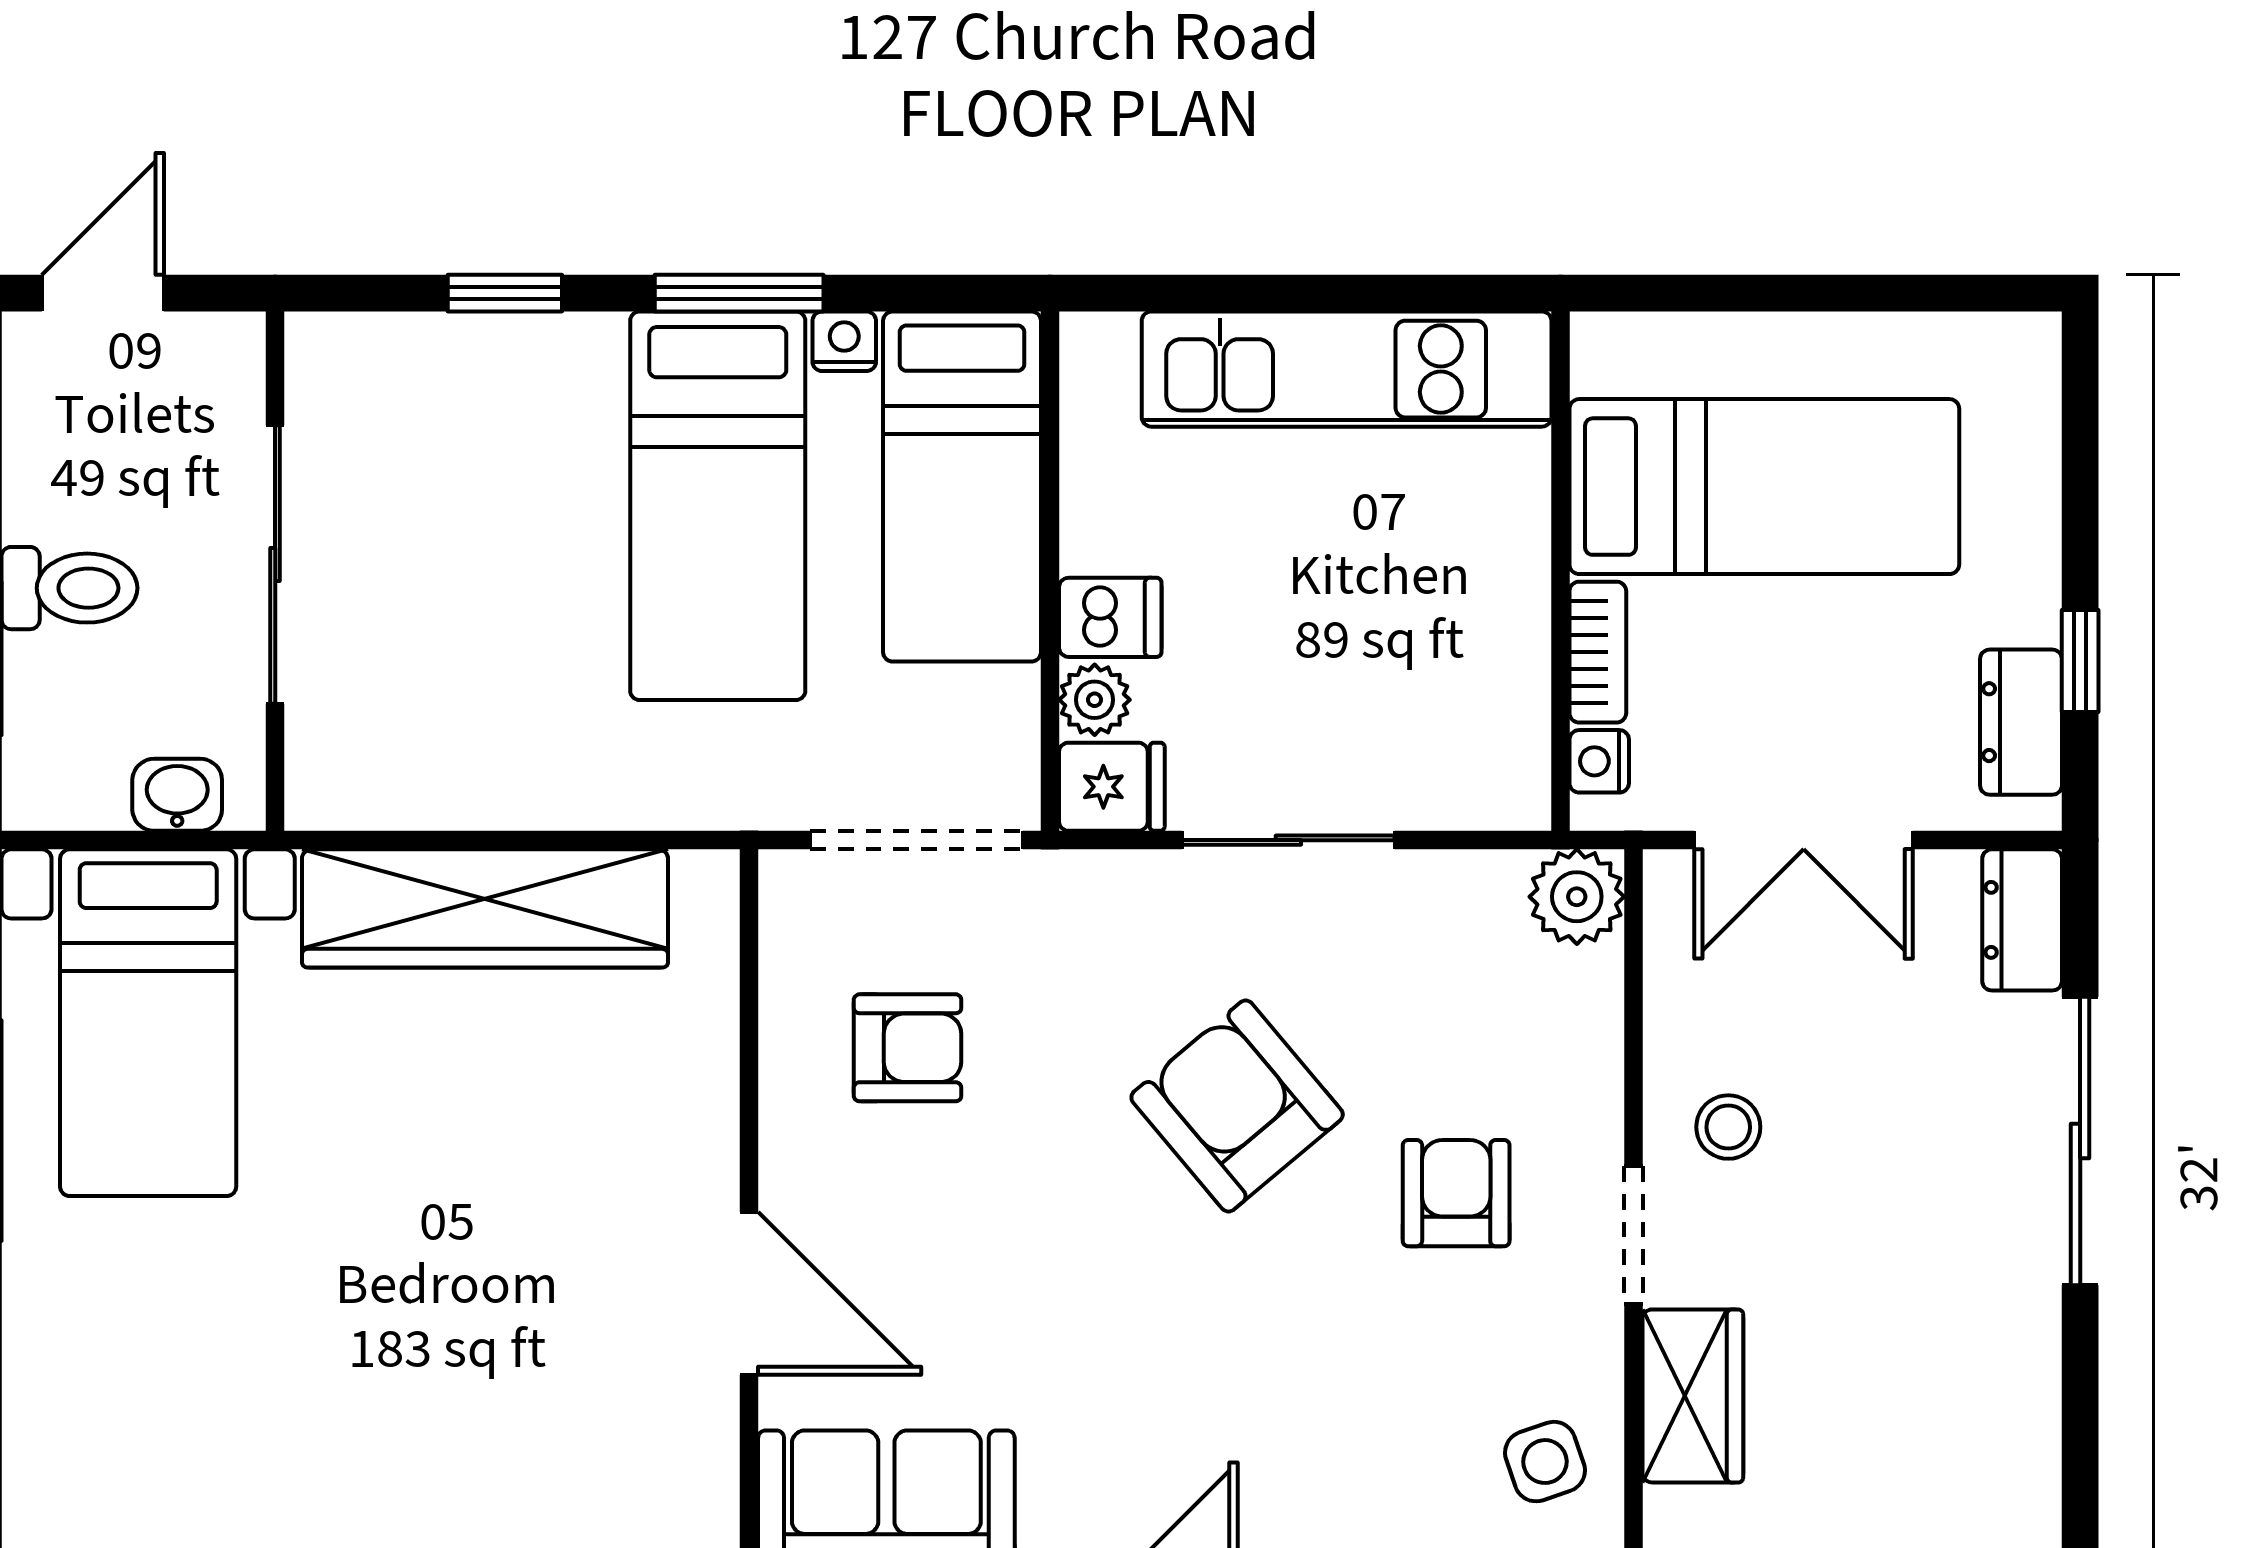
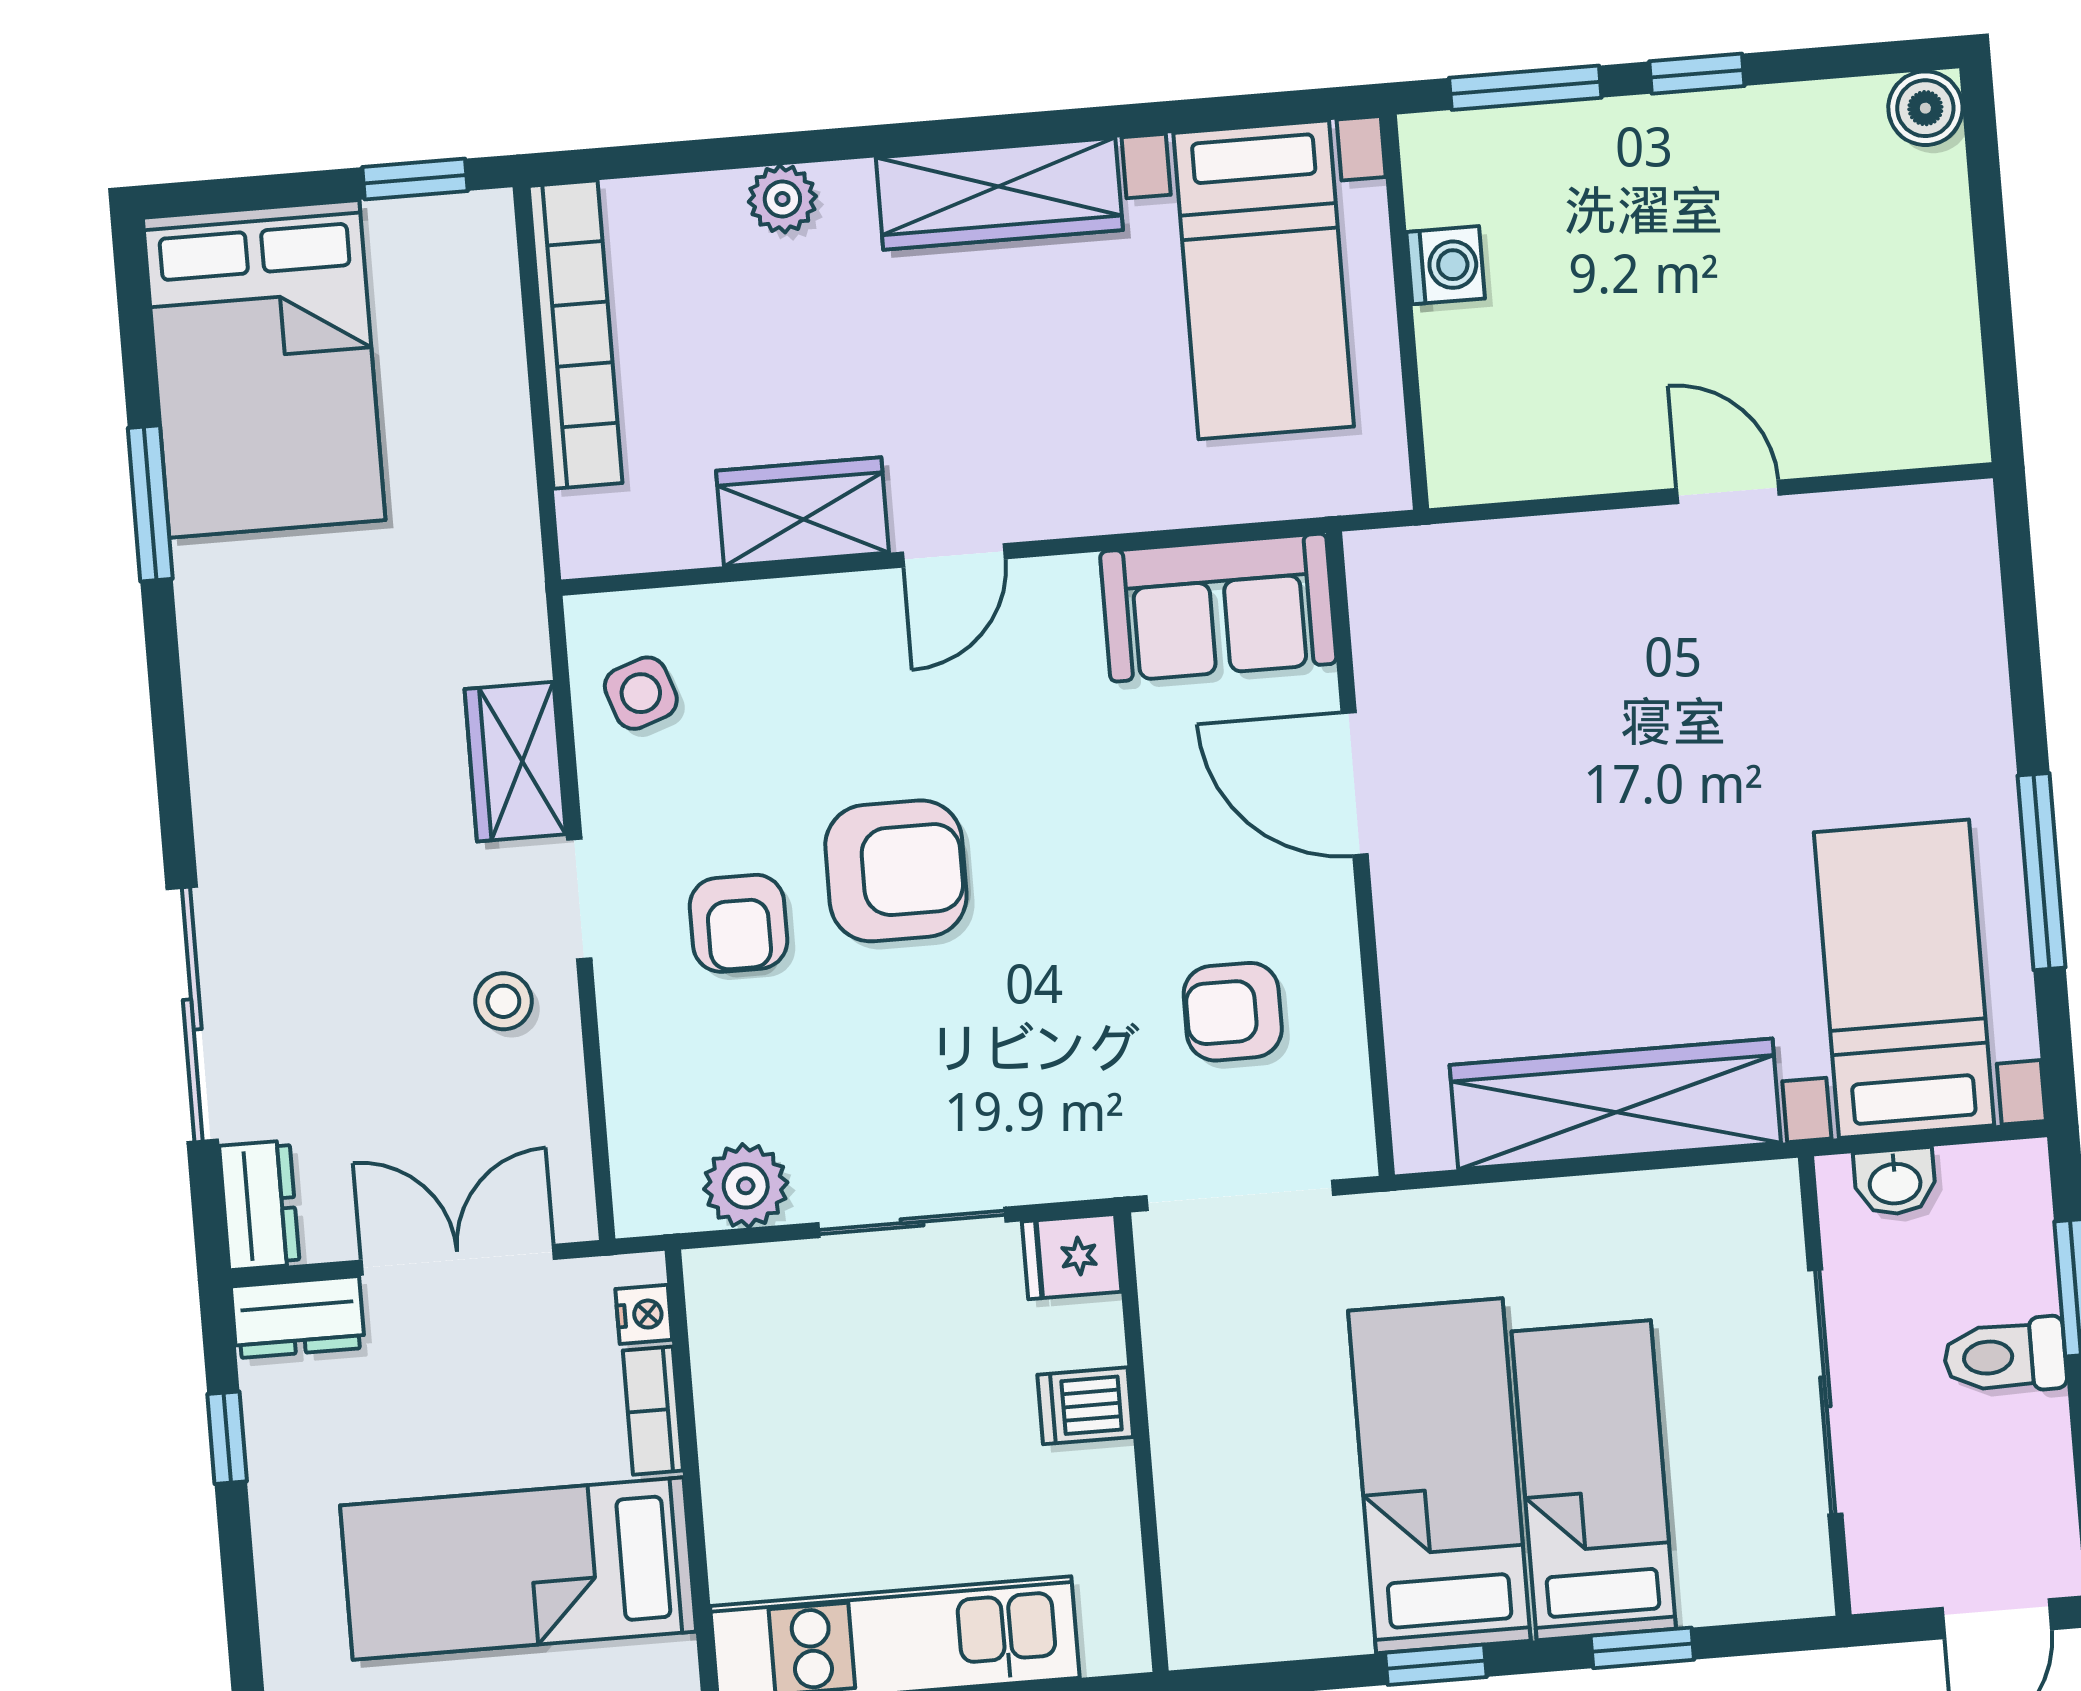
window: (739, 293) -> (1436, 1665), width x0.67
nightstand: (844, 341) -> (1340, 1630), removed
bed: (962, 486) -> (1594, 1480), moved
plant: (1095, 700) -> (1093, 1332), removed
dresser: (2021, 722) -> (298, 1317), moved, turned 90
plant: (1577, 897) -> (746, 1186), moved
armchair: (1237, 1106) -> (896, 871), moved, turned -50

